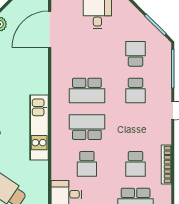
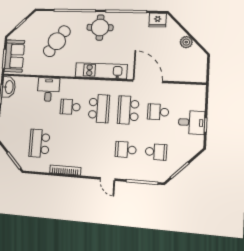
door: (50, 29) -> (148, 81), moved
school desk: (136, 164) -> (158, 112), moved

